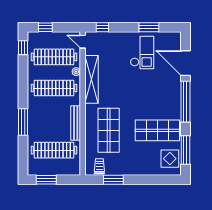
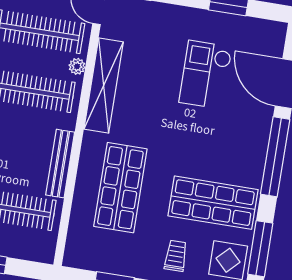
checkout: (142, 52) -> (206, 75), moved, turned 180
trolley: (99, 166) -> (176, 256), moved

